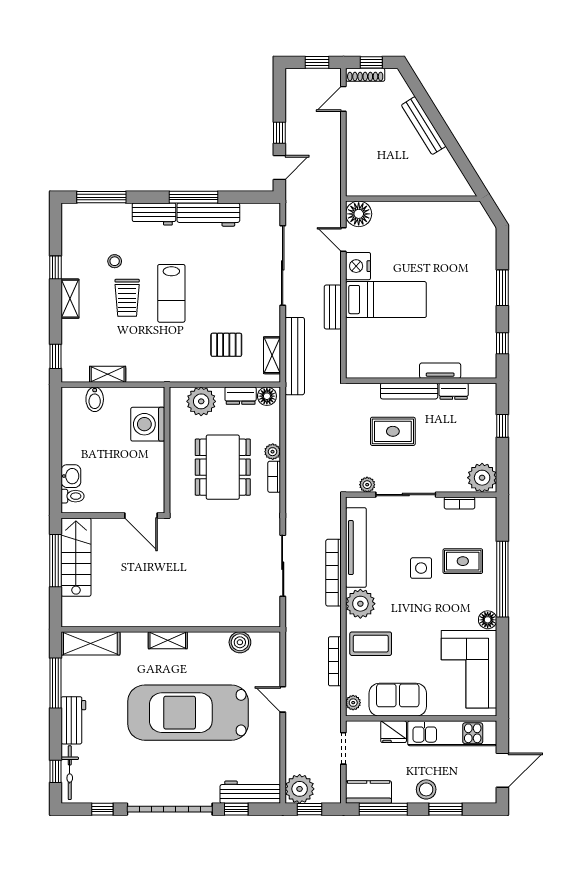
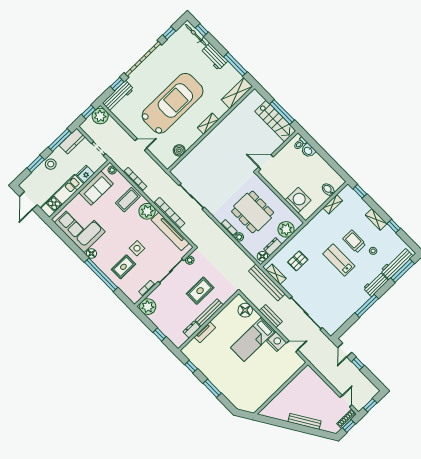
floor lamp: (359, 214) -> (245, 310), moved
workbench: (208, 215) -> (397, 263), moved

